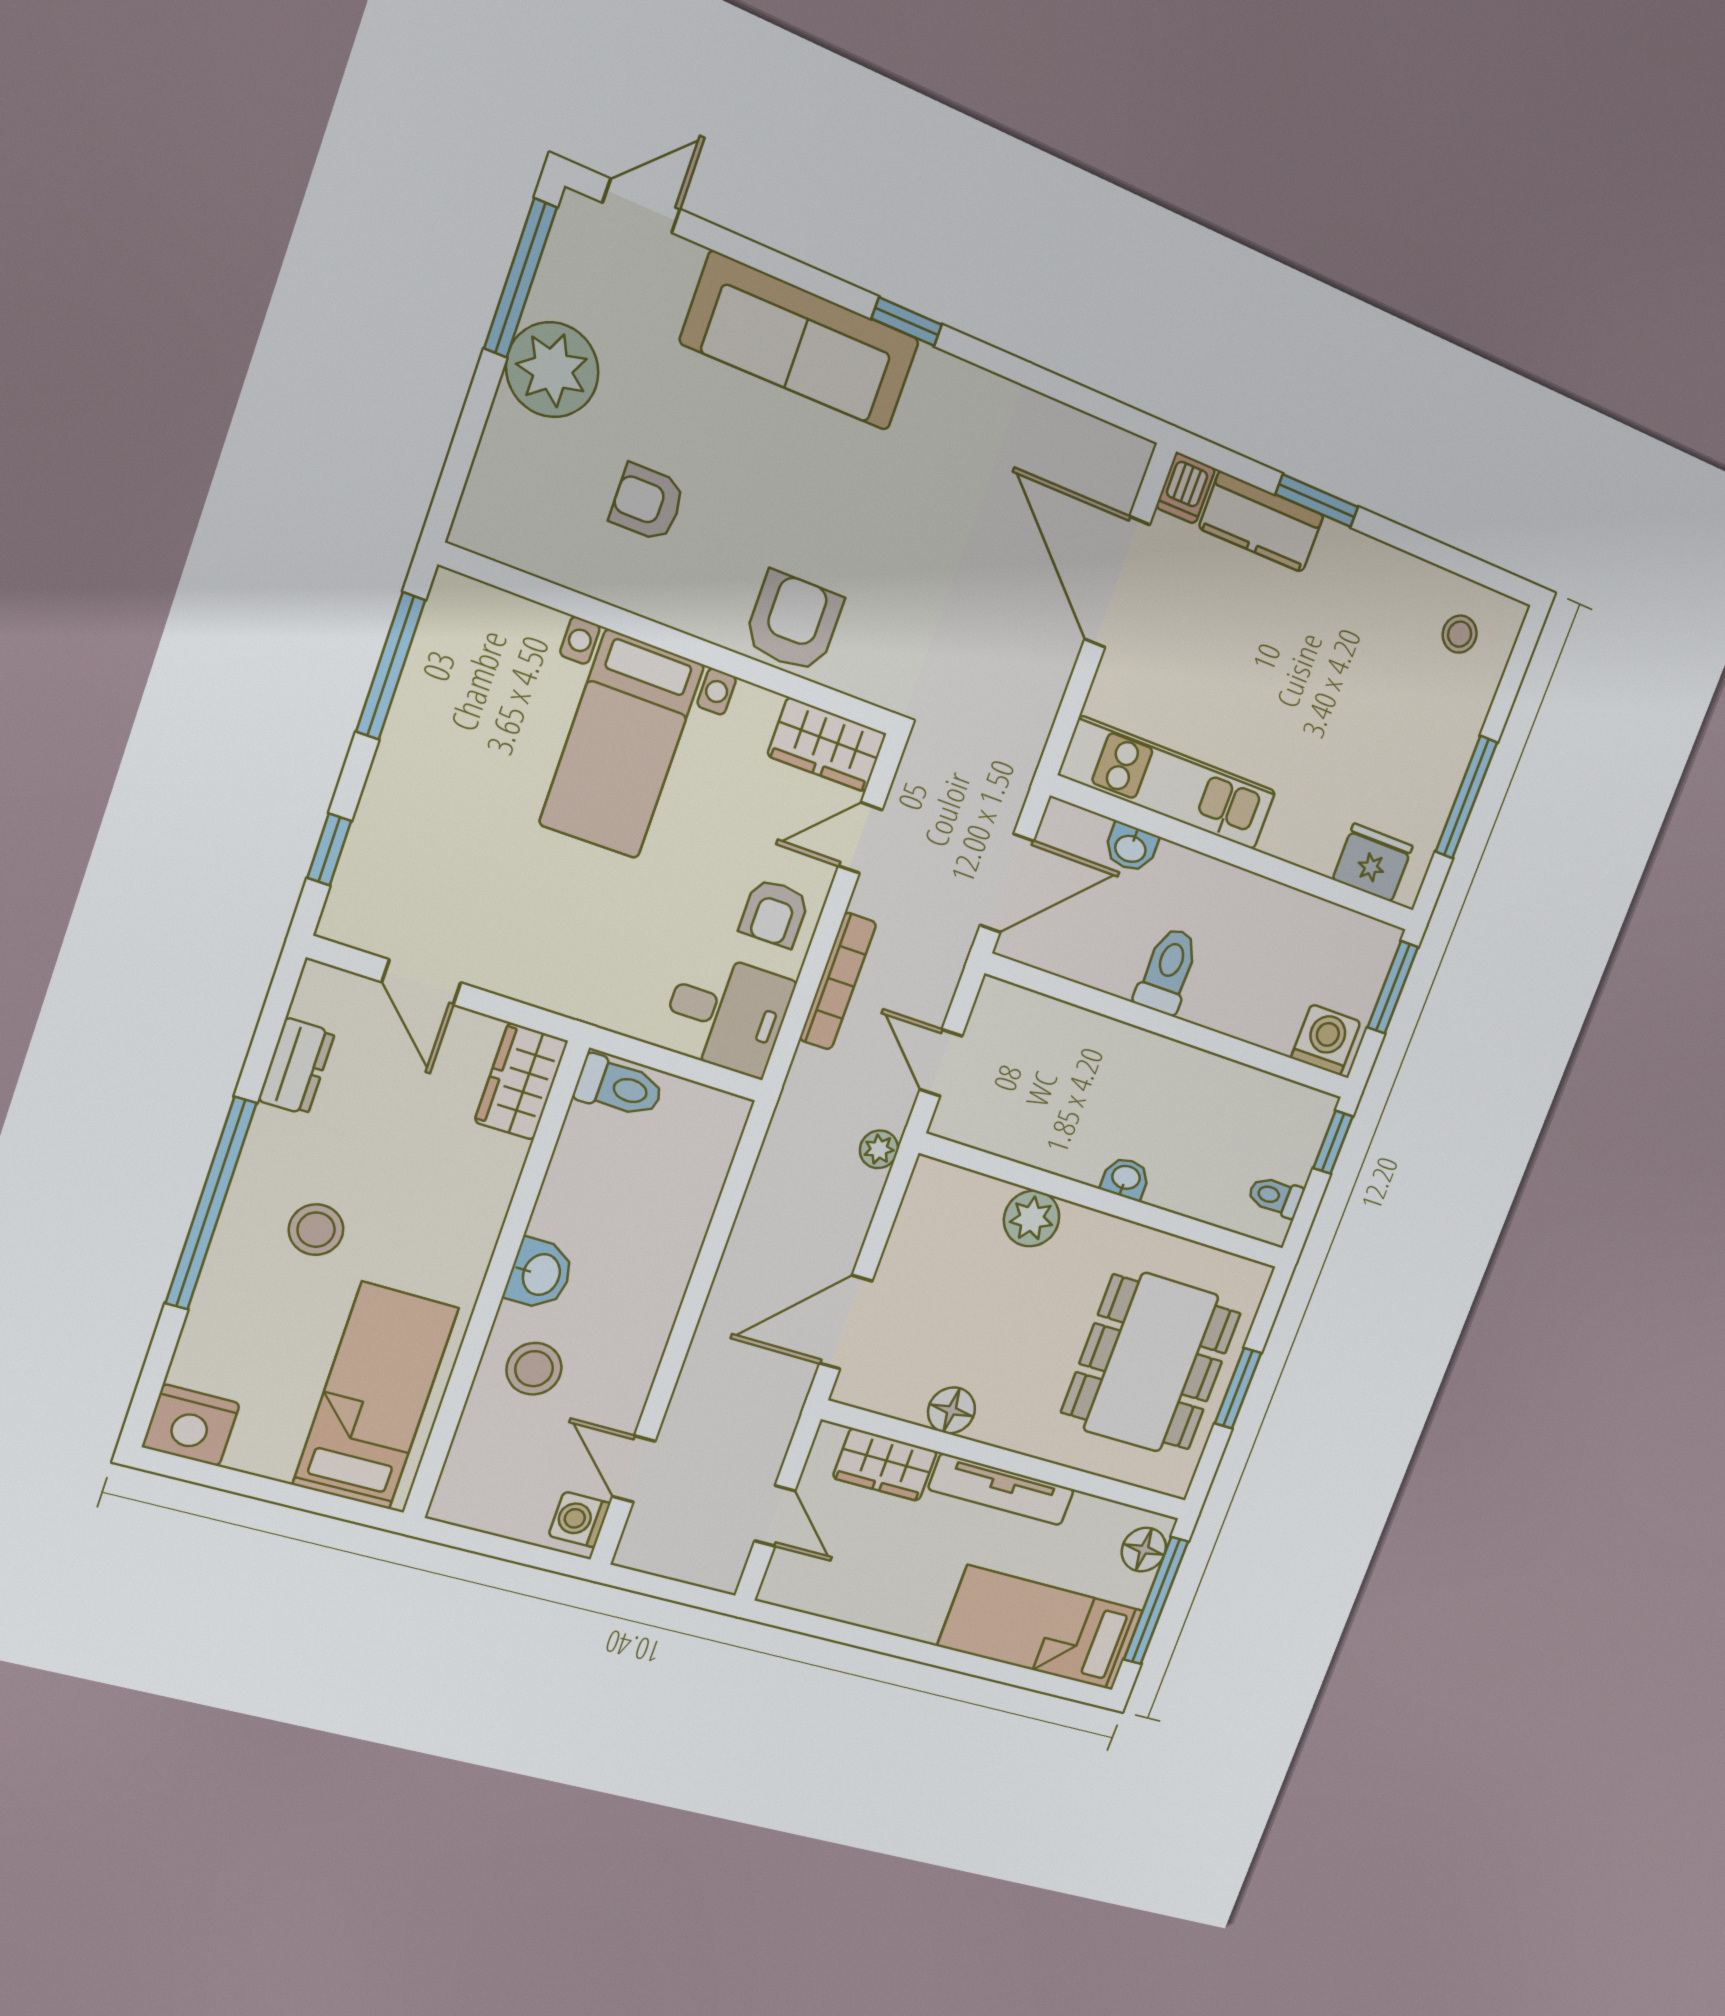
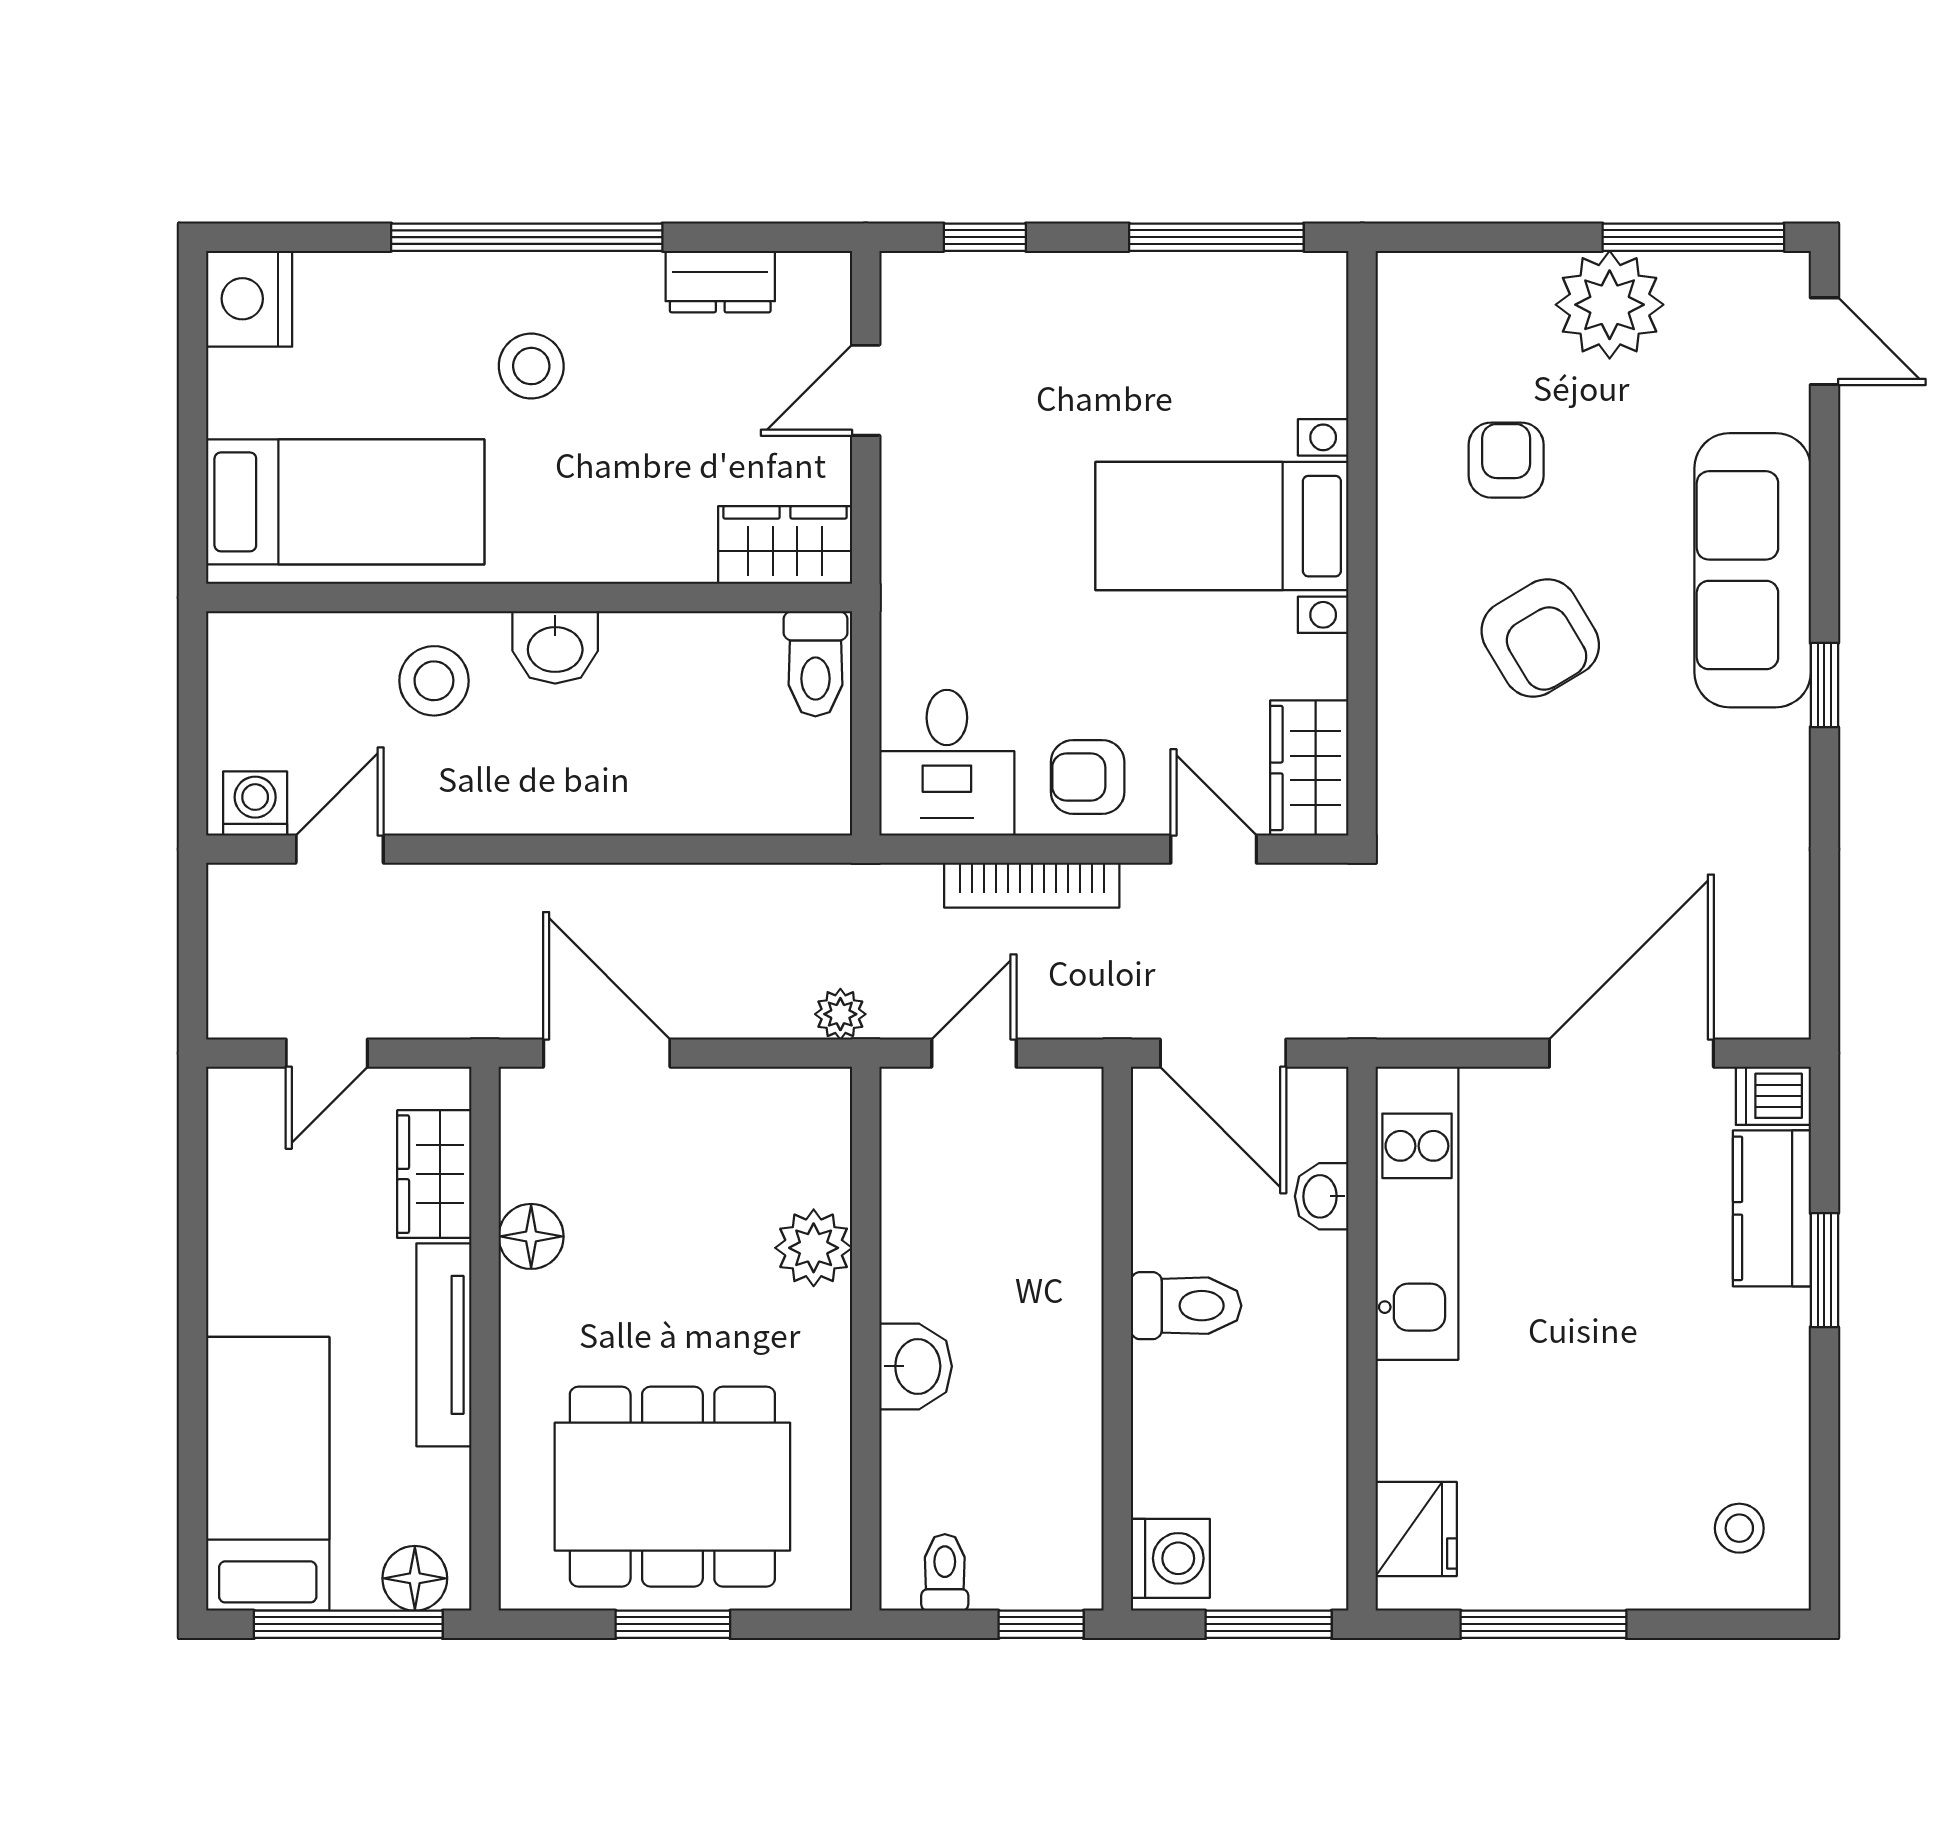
armchair: (794, 622) -> (1540, 638), moved, turned 59
washbasin: (1126, 1178) -> (916, 1366), width x1.38, depth x1.45

